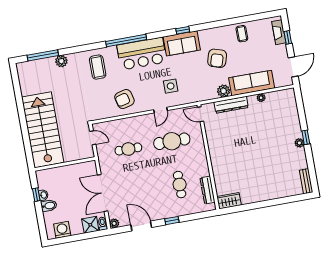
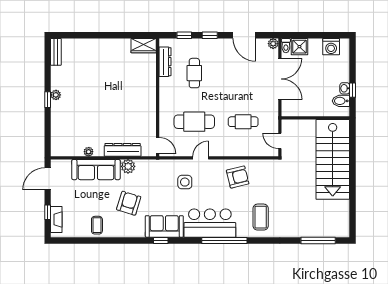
plant: (61, 61) -> (299, 231), removed
bidet: (49, 206) -> (341, 101), moved
window: (195, 216) -> (184, 35), added

